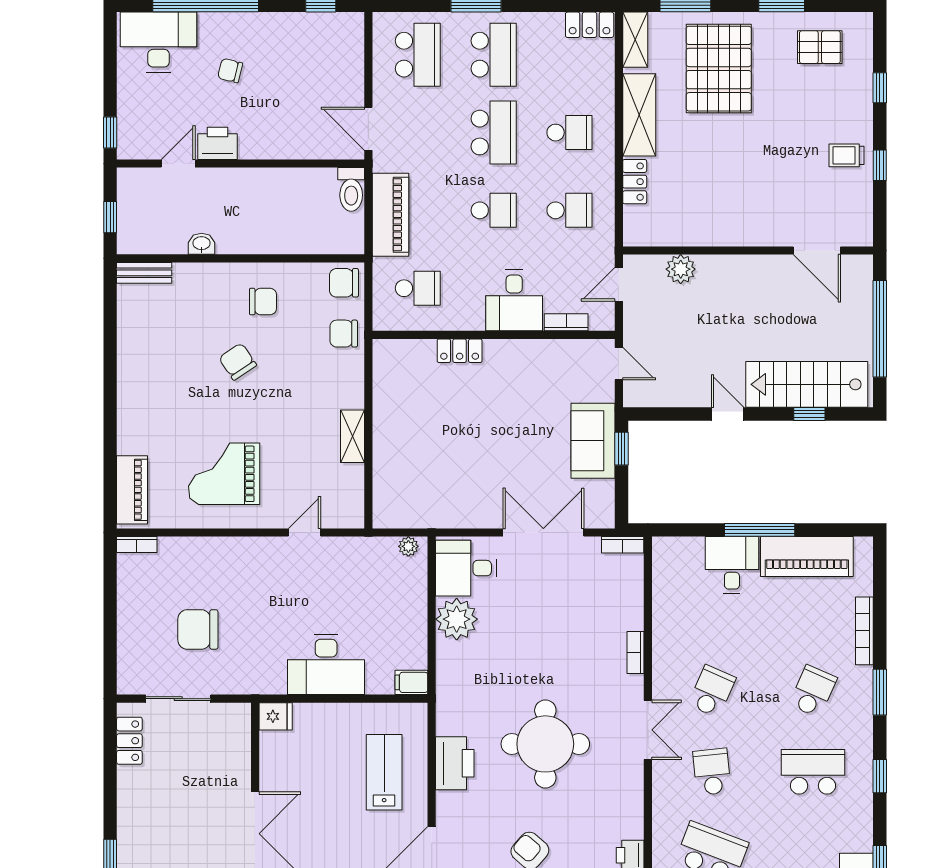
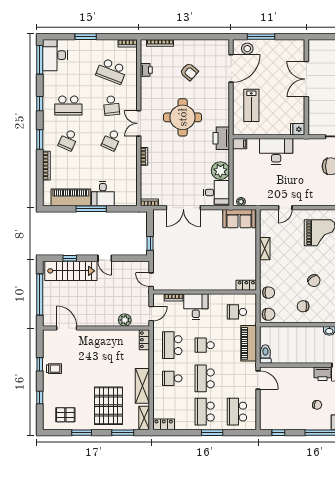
locker: (635, 182) -> (144, 340), moved
school desk: (569, 210) -> (172, 345), width x1.85
locker: (460, 351) -> (246, 285), moved
sofa: (593, 441) -> (239, 219), moved, turned 90
printer: (455, 763) -> (221, 138), moved

